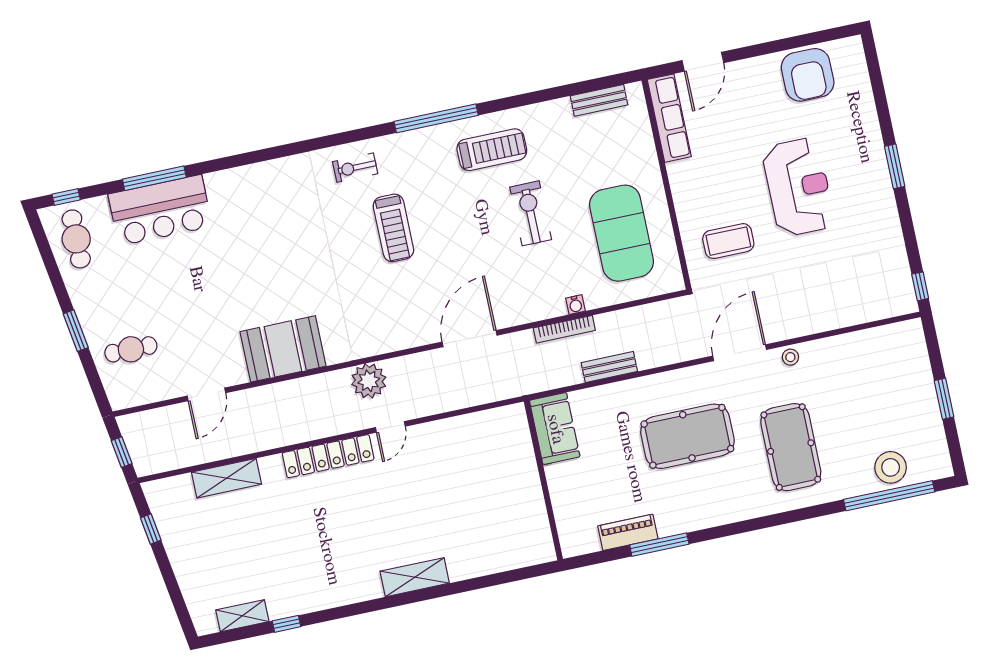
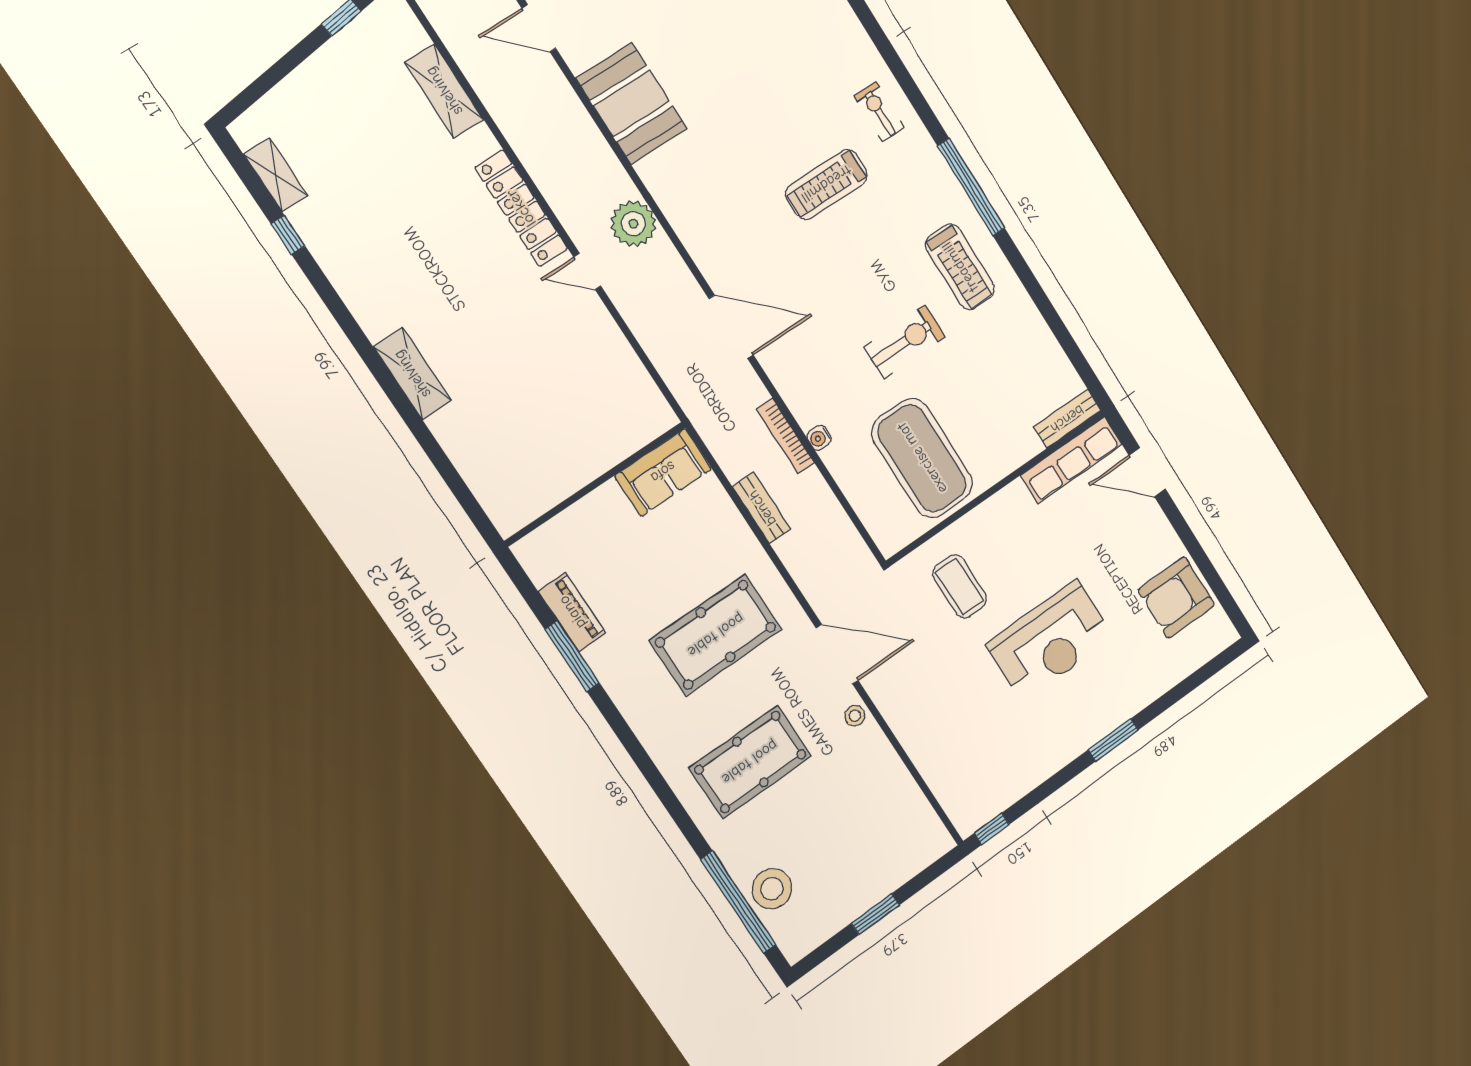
bench: (599, 100) -> (1067, 419), moved, turned 90
exercise mat: (622, 233) -> (922, 458), turned 90
pool table: (687, 436) -> (716, 635), turned 90

